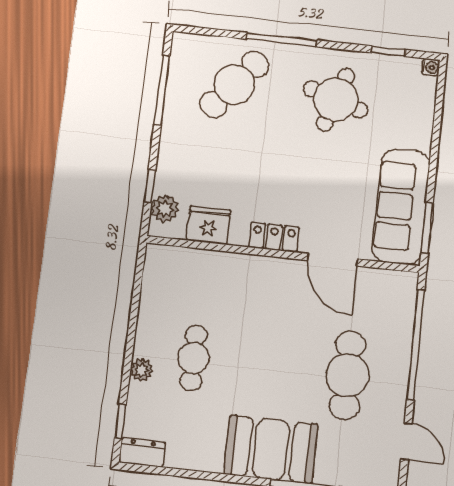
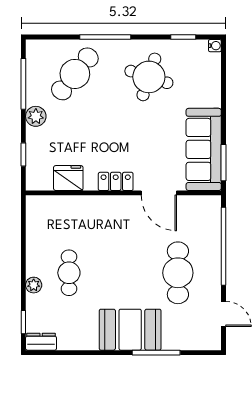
plant: (165, 209) -> (36, 116), moved

